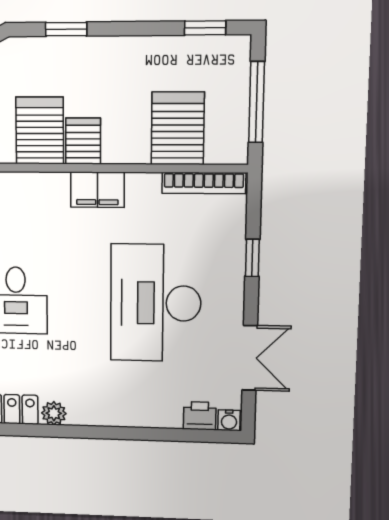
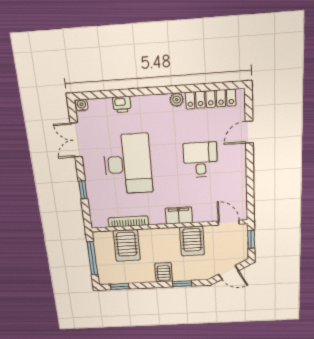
server rack: (83, 141) -> (164, 272), moved, turned 180
bookcase: (204, 183) -> (128, 222), moved
filing cabinet: (97, 190) -> (179, 215), moved
printer: (200, 416) -> (122, 104), moved

